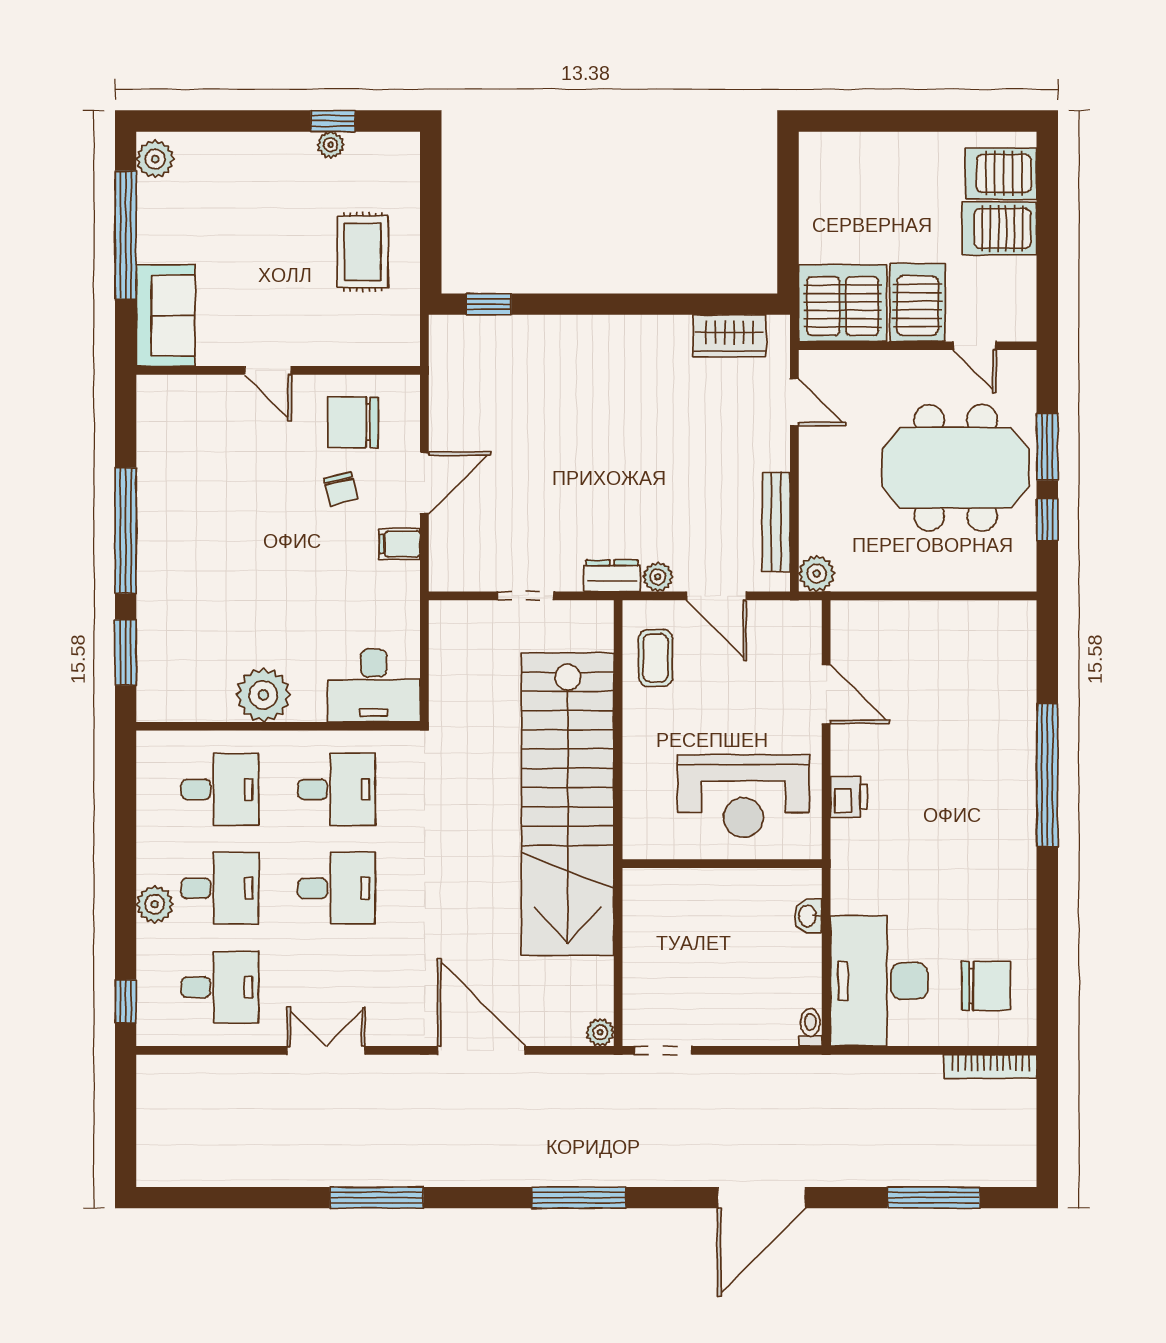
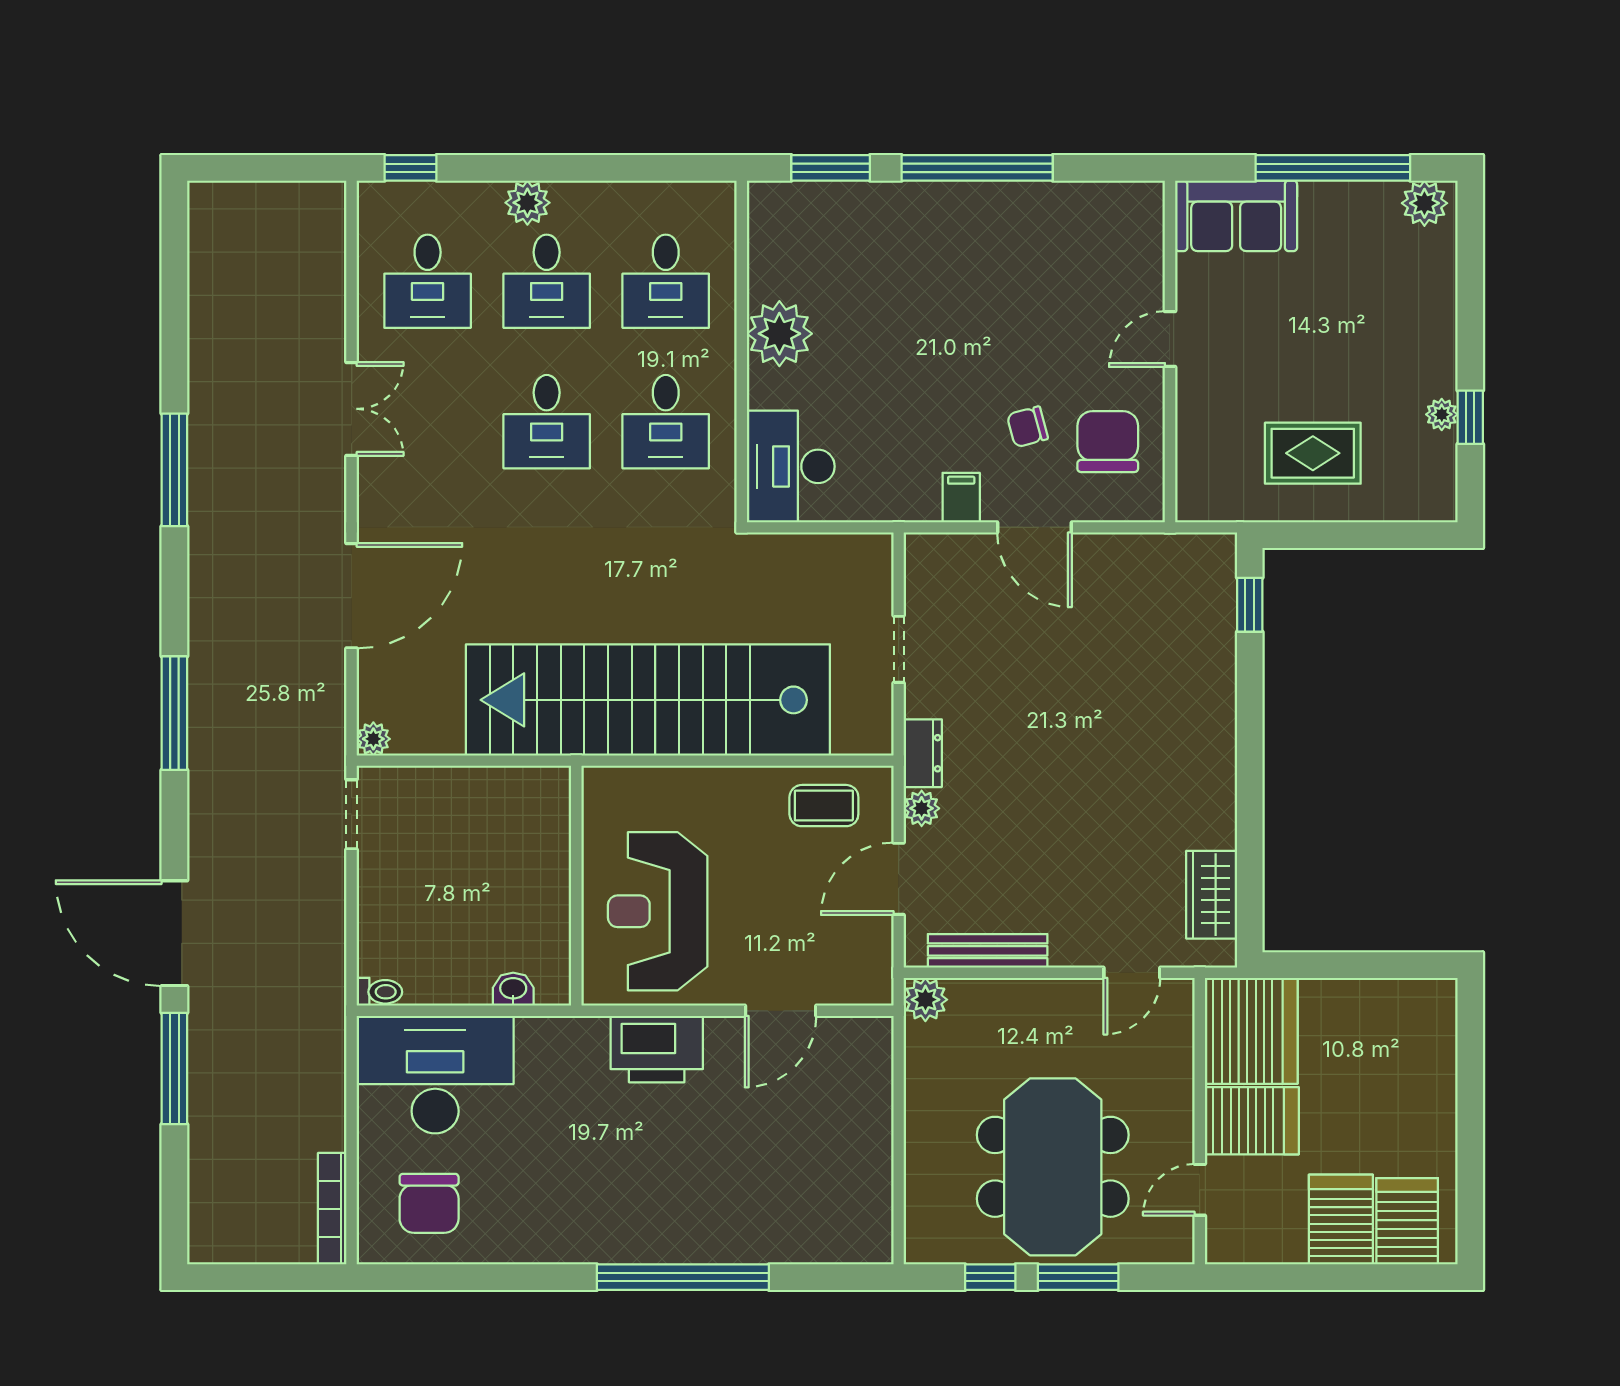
printer: (849, 797) -> (657, 1049), width x1.87, depth x1.48
window: (934, 1198) -> (174, 1069), moved

